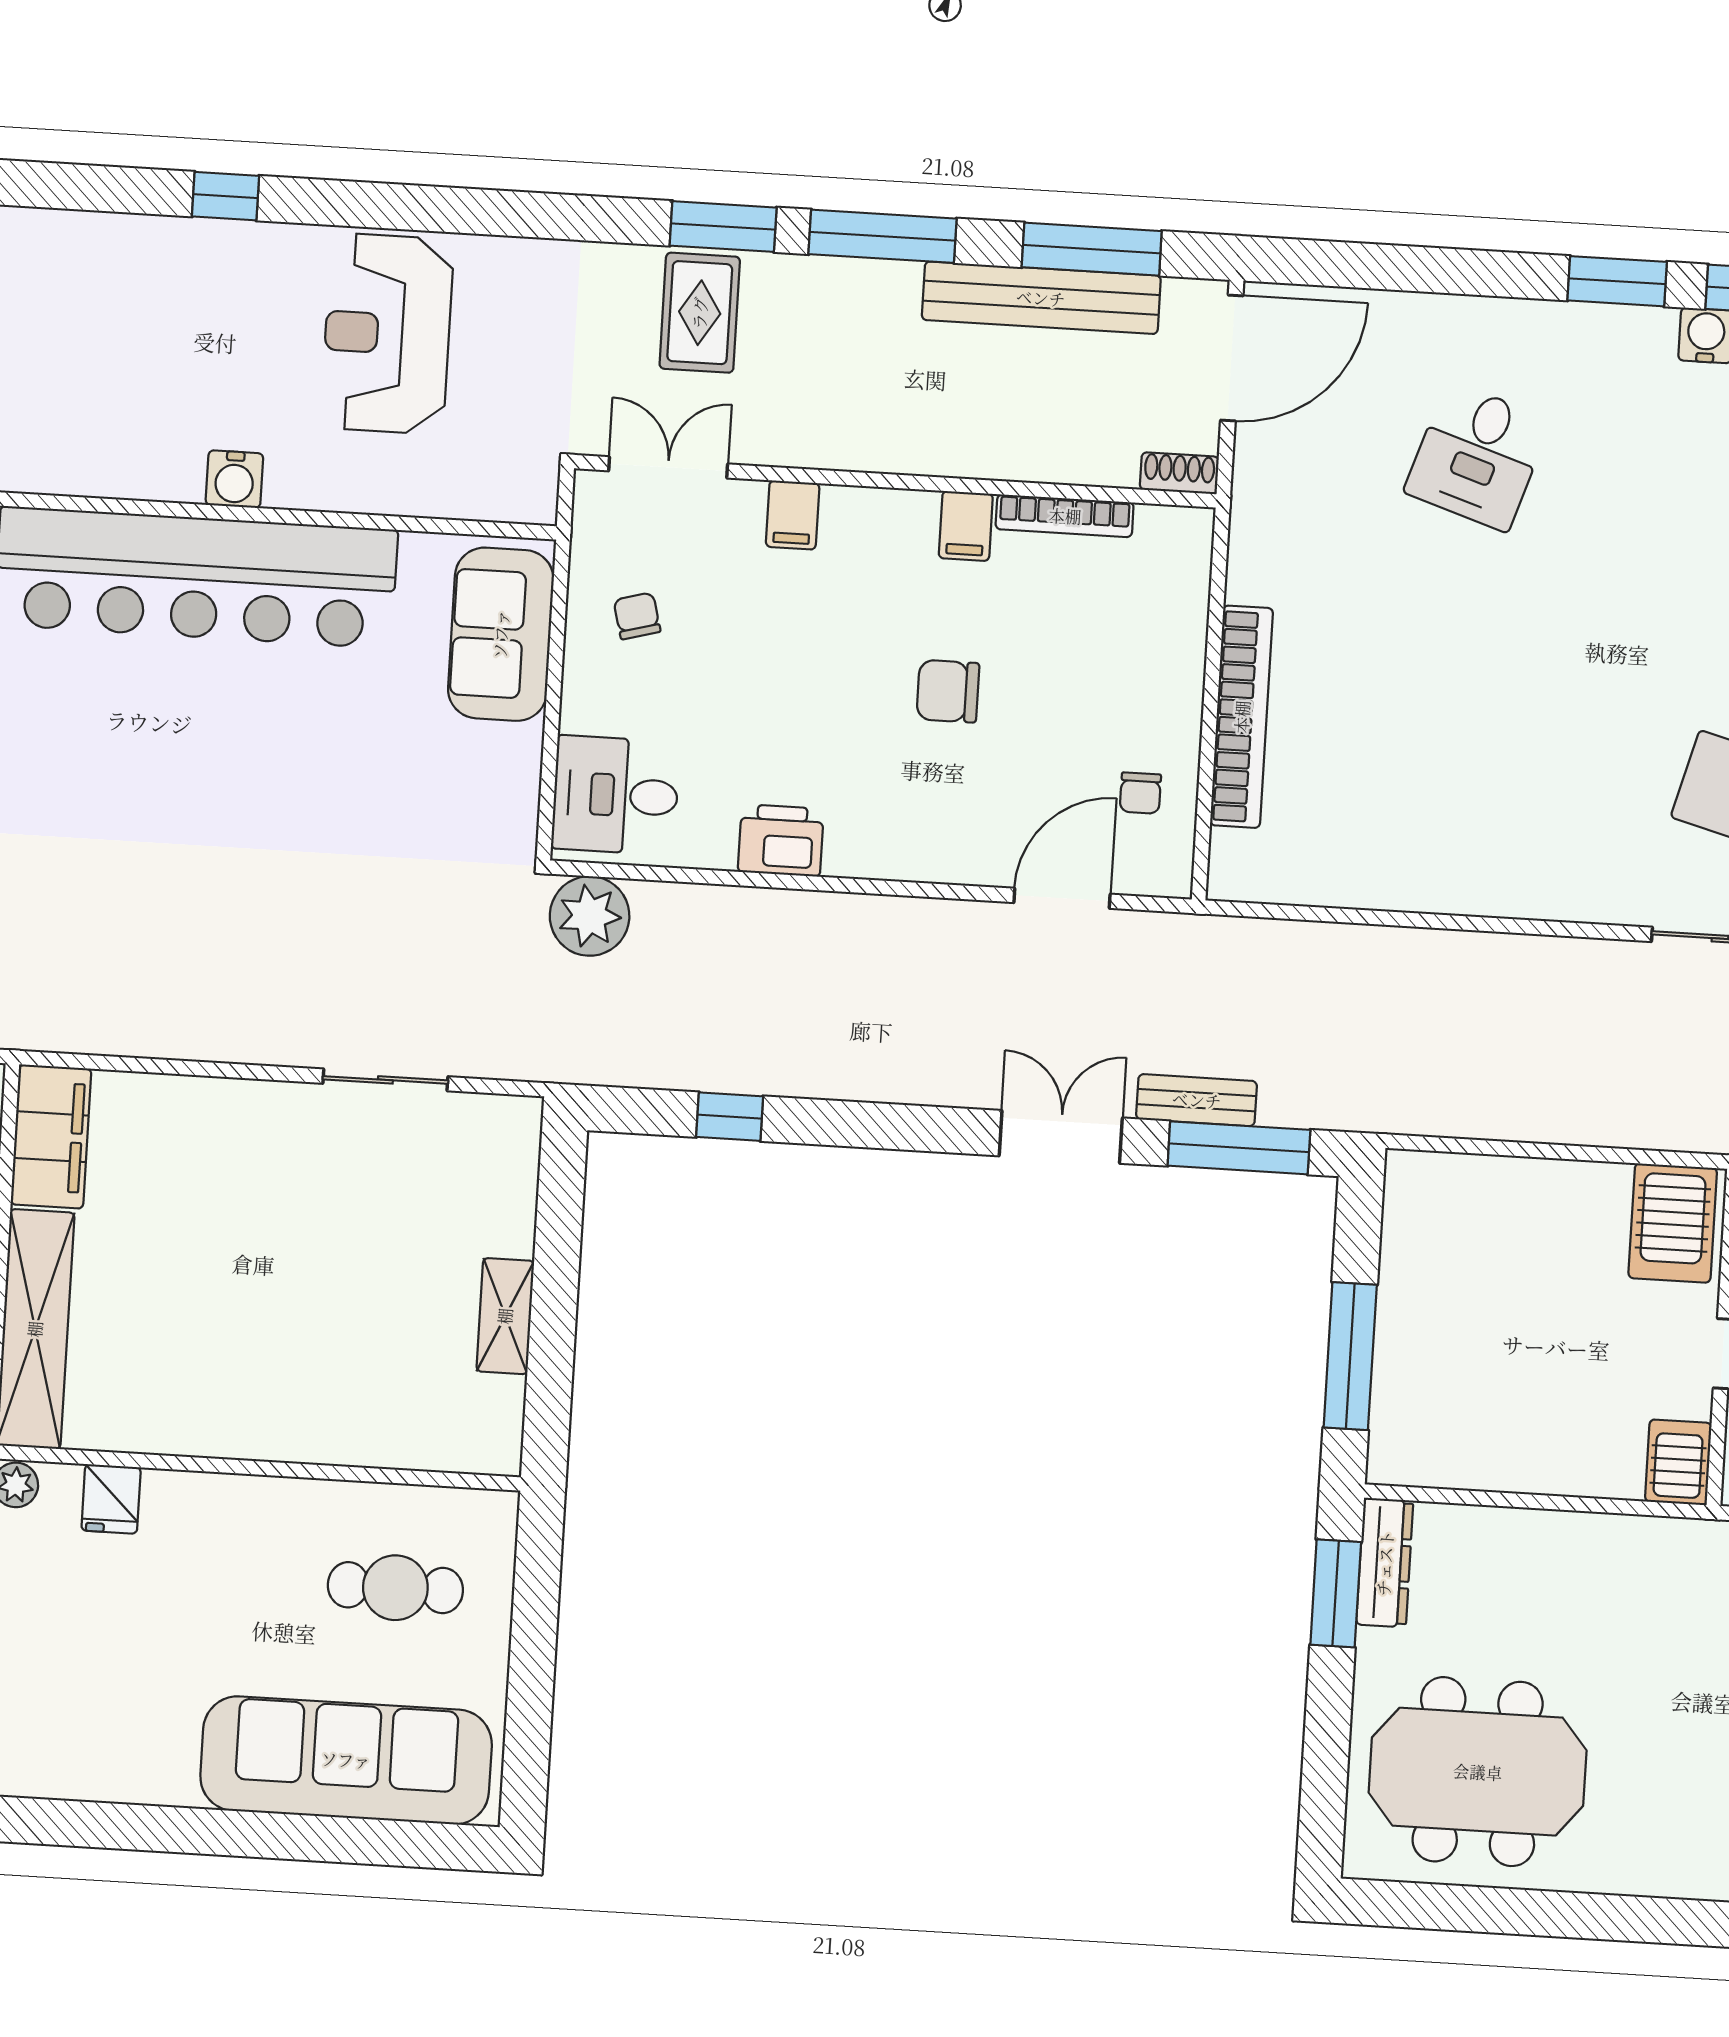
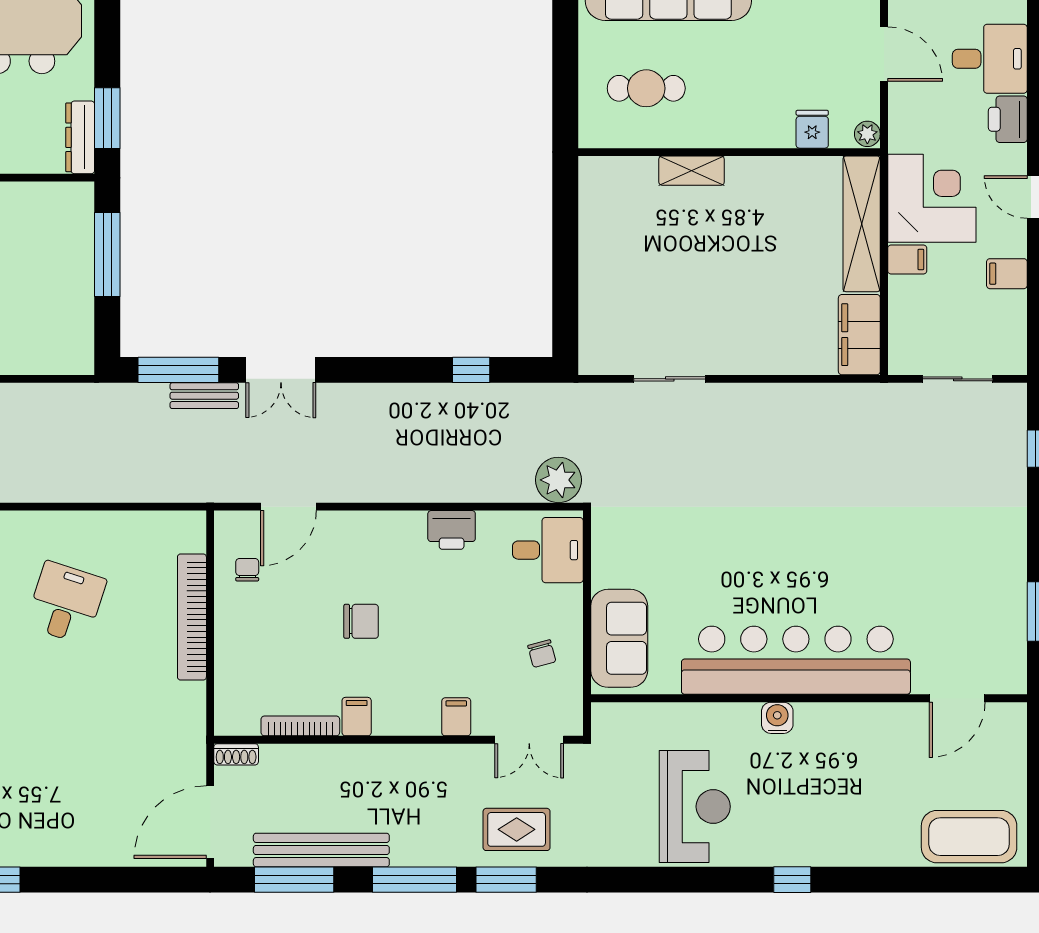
rug: (700, 313) -> (517, 829), turned 90
desk: (1477, 456) -> (66, 603), moved
shelving: (505, 1316) -> (692, 171), moved, turned 90

